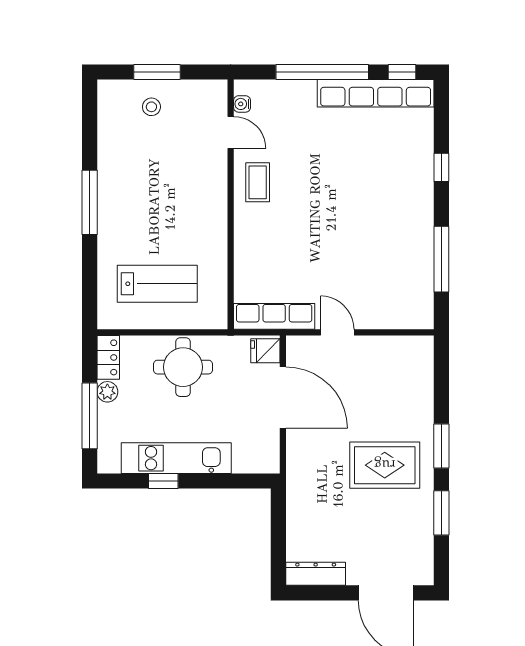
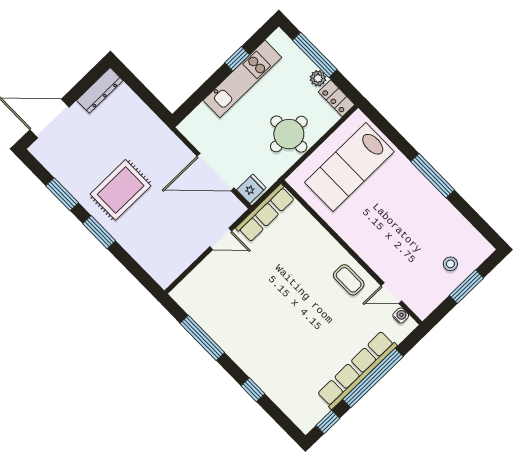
row of seats: (376, 93) -> (357, 370), moved
lab bench: (157, 284) -> (349, 167), width x1.36, depth x1.39

